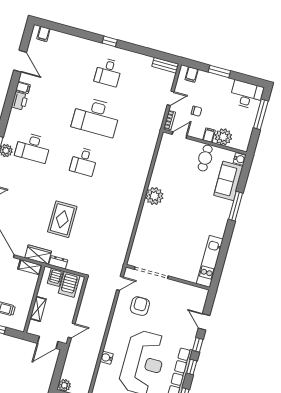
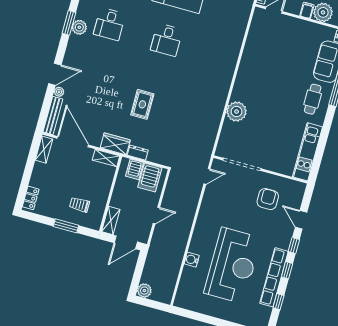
desk: (33, 148) -> (110, 24), width x0.73
cafe table: (205, 158) -> (313, 99), moved
plant: (154, 196) -> (237, 112), moved
rug: (62, 219) -> (142, 104), width x0.73, depth x0.70
armchair: (140, 306) -> (268, 199), moved
shelving: (38, 309) -> (111, 220), moved
door: (72, 331) -> (156, 215), moved

